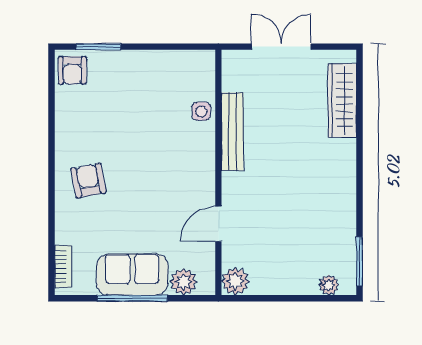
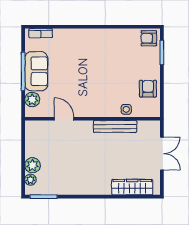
armchair: (88, 181) -> (148, 89), moved, turned -79
plant: (235, 281) -> (32, 165), moved

